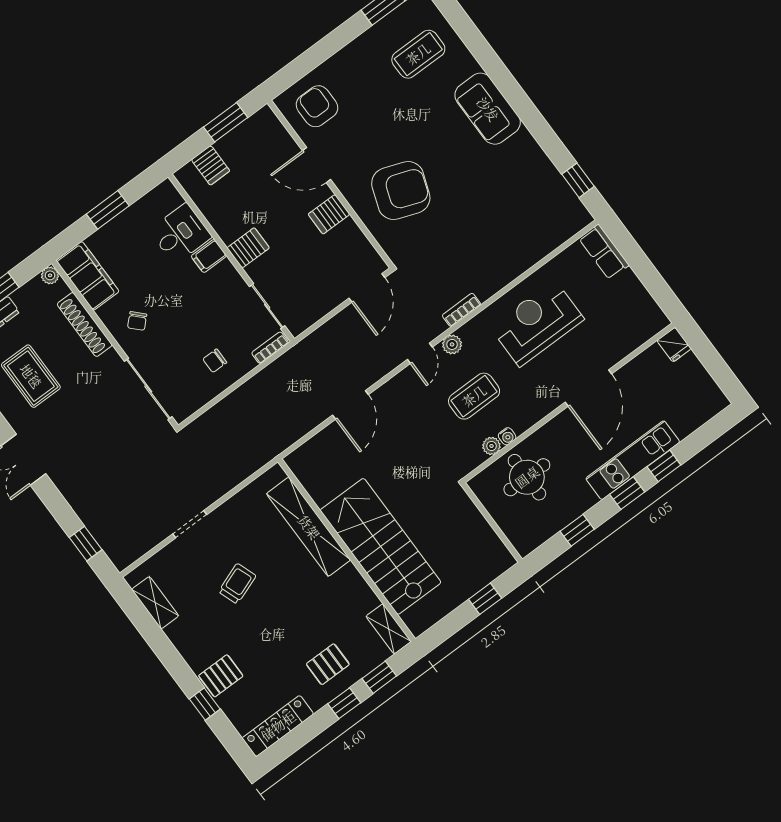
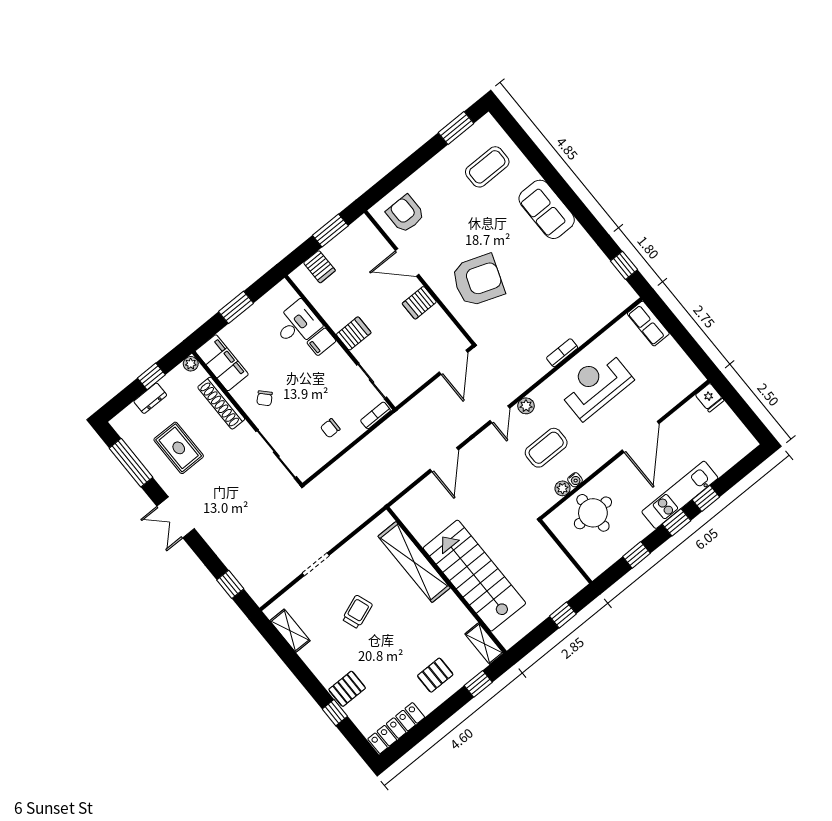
bookcase: (462, 310) -> (562, 353), moved
window: (344, 703) -> (450, 707), removed

